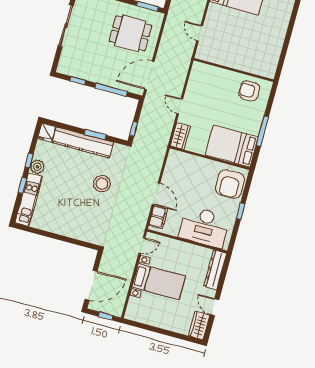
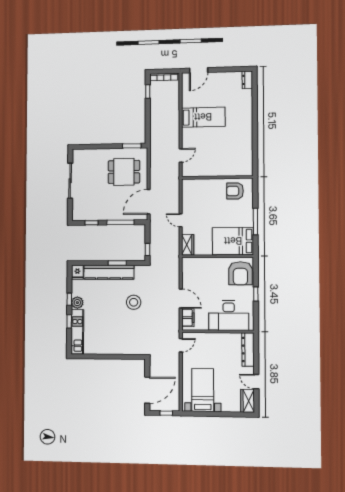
door: (200, 33) -> (181, 155), swing flipped
bed with nightstands: (159, 282) -> (203, 390), moved, turned -90

